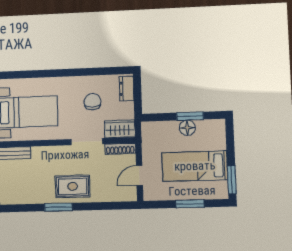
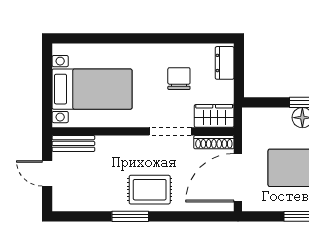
door: (139, 175) -> (238, 178), width x1.87

